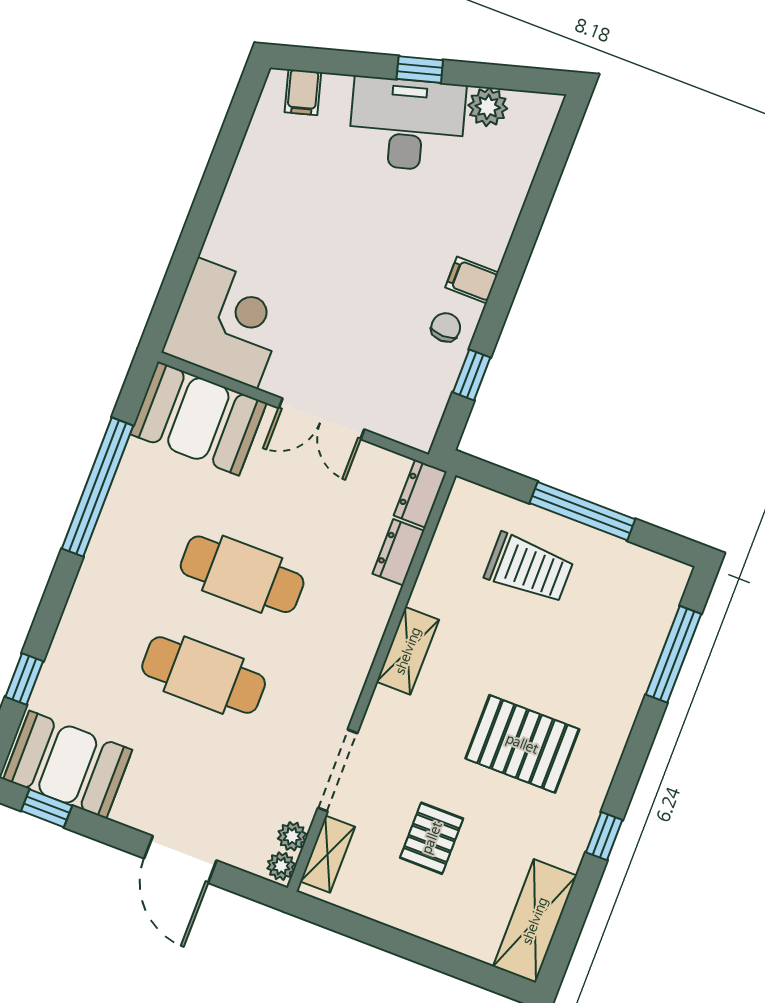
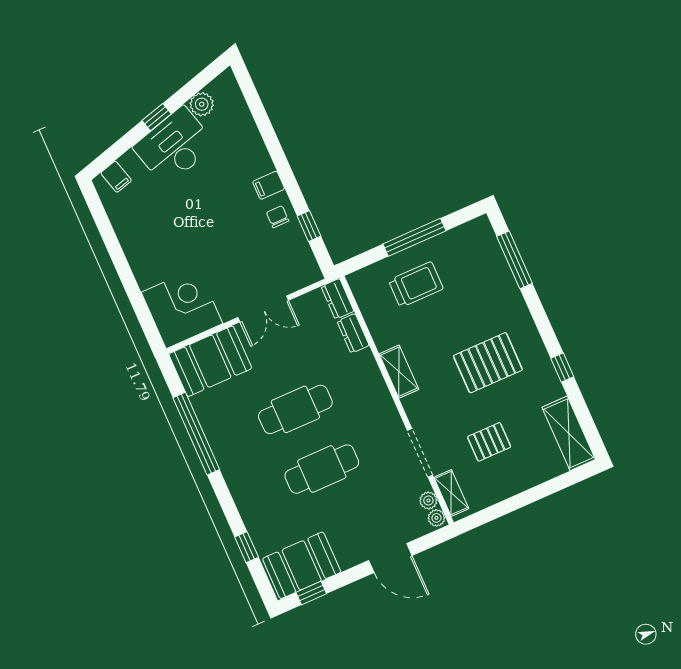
pallet: (432, 838) -> (489, 442), turned 90

